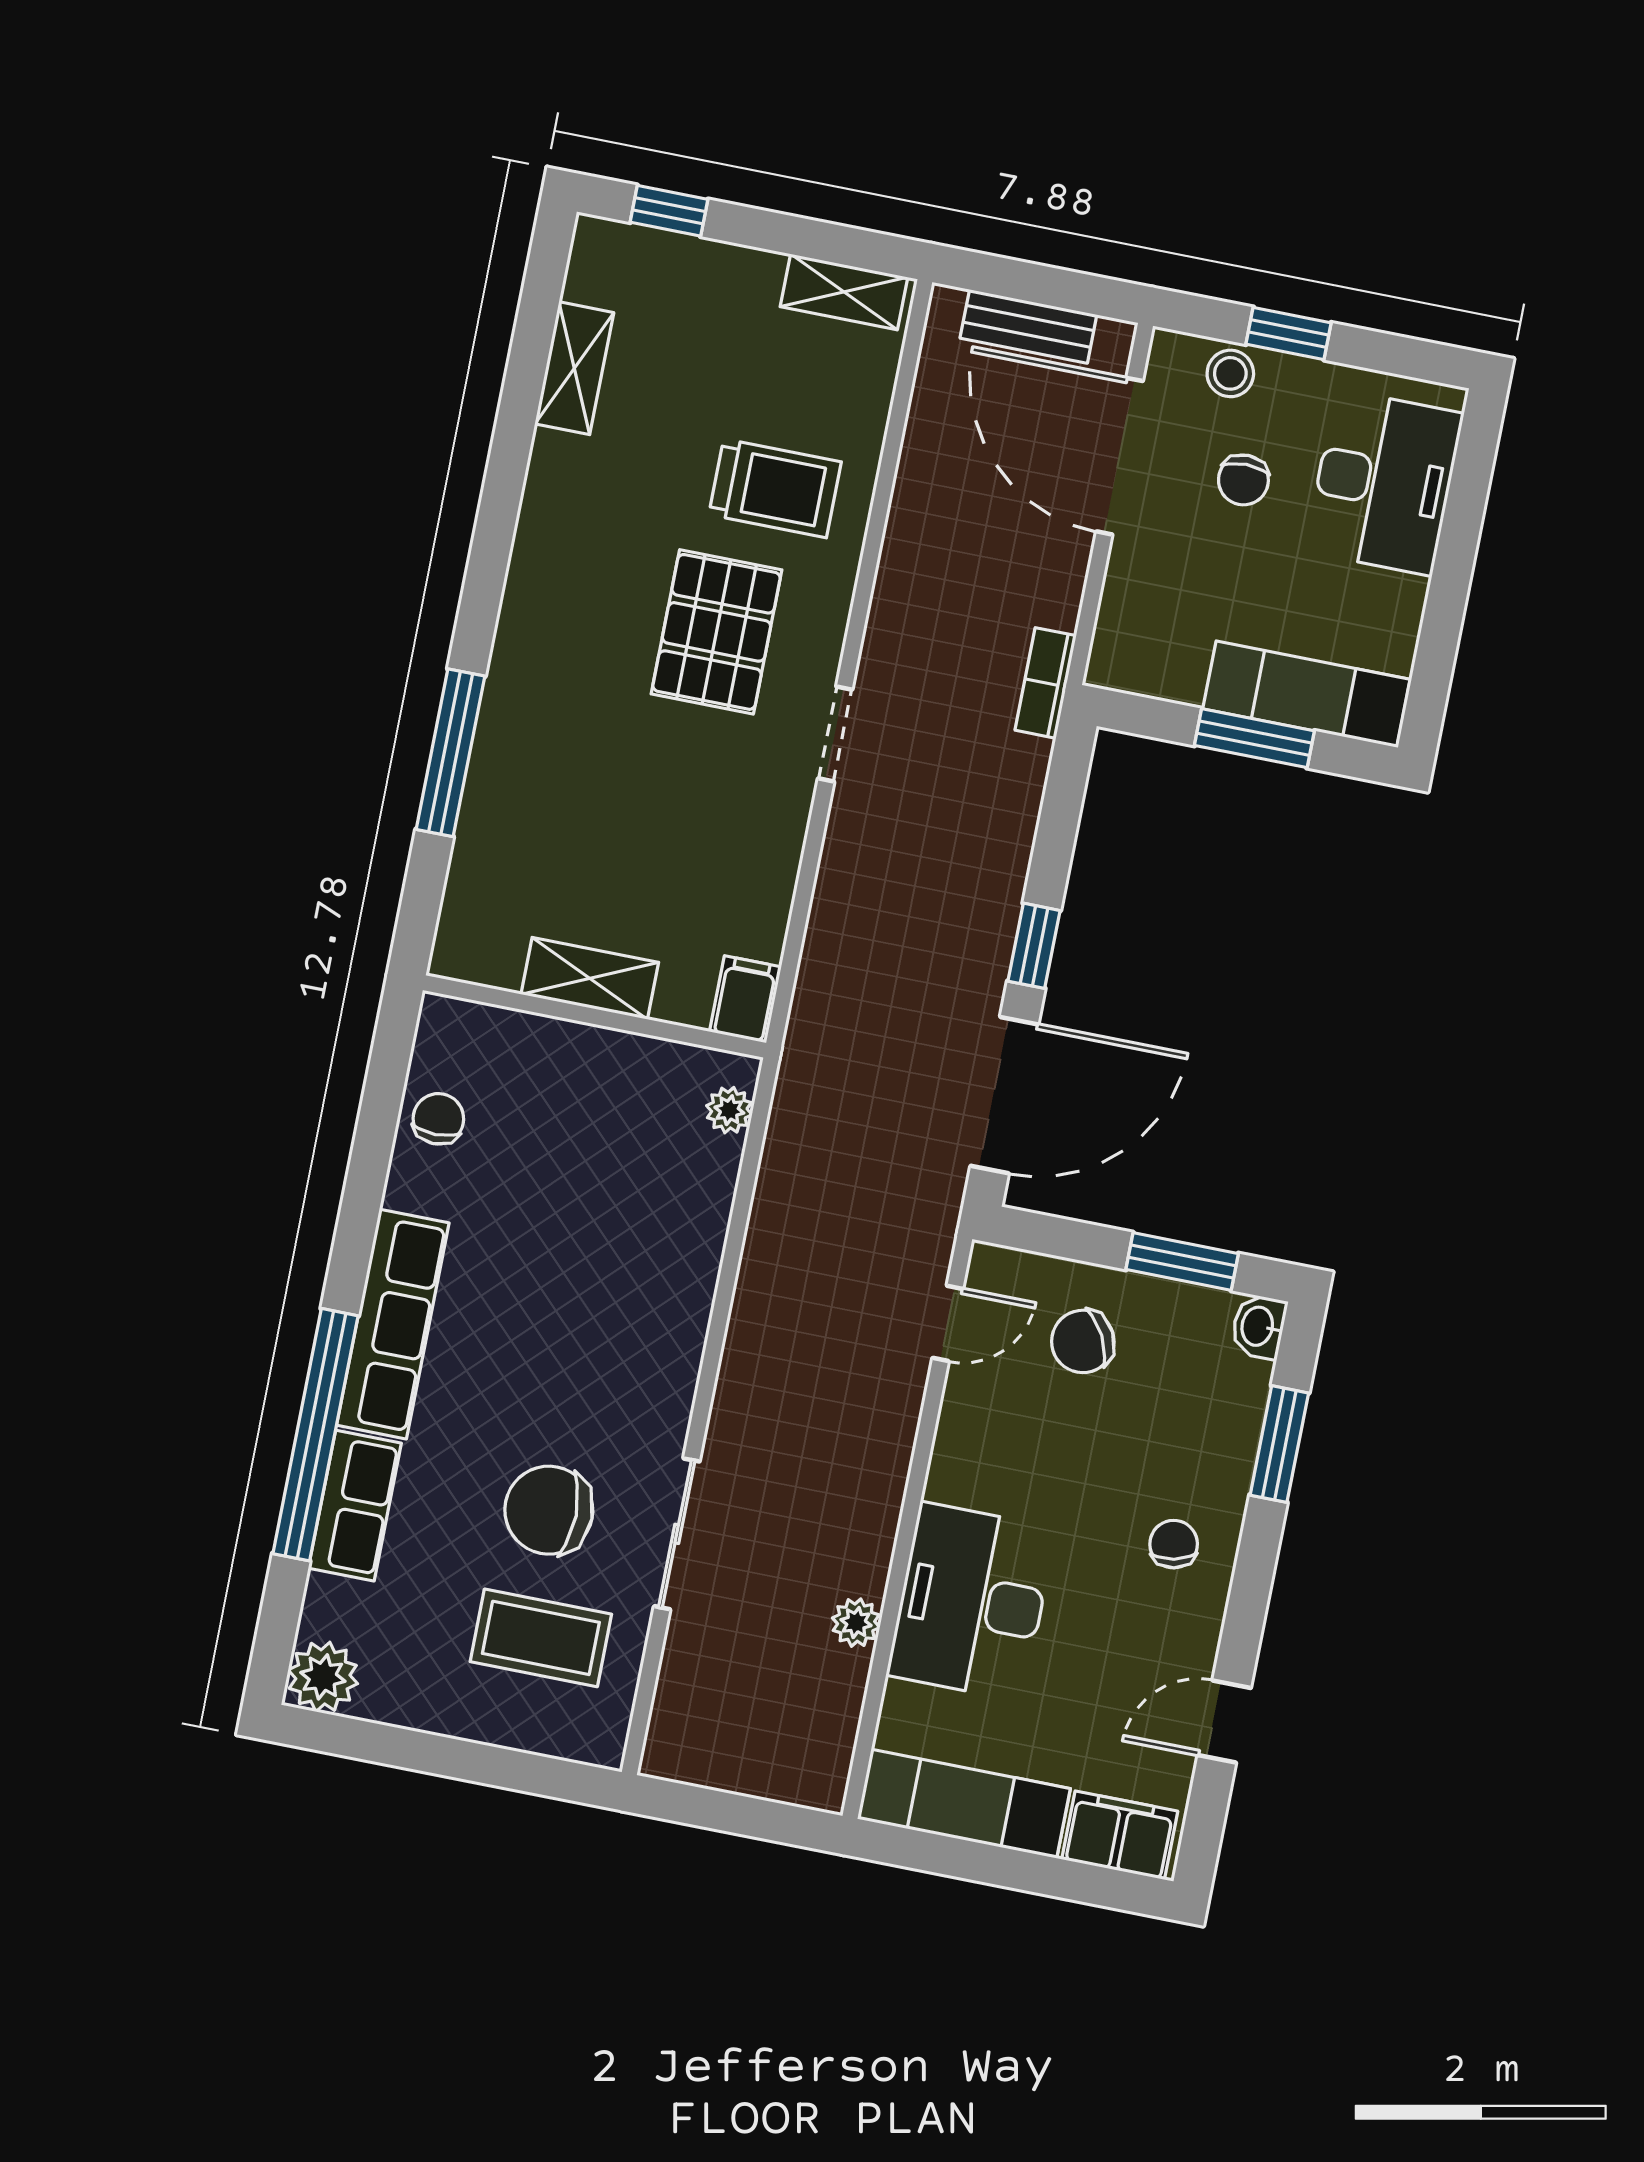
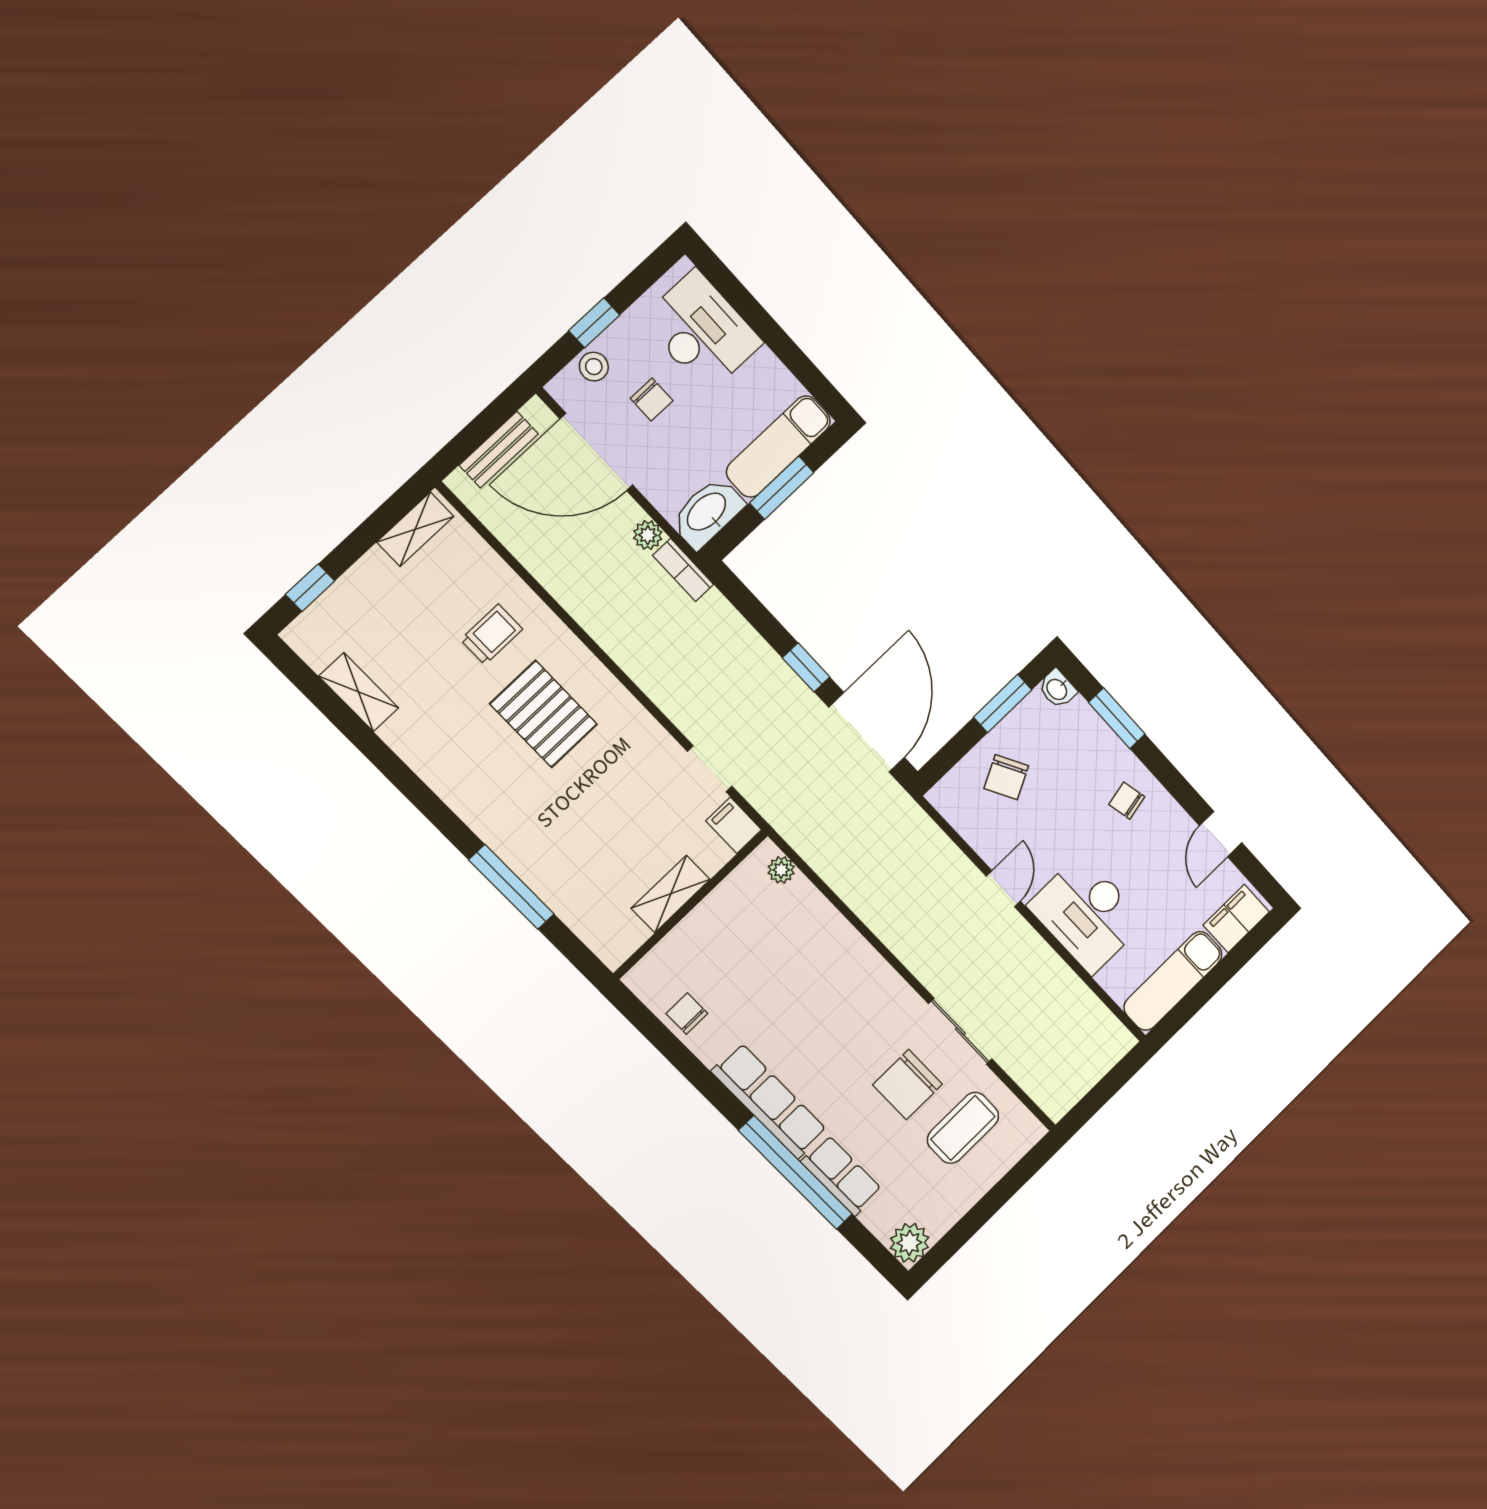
trolley: (775, 488) -> (492, 634), width x0.73, depth x0.72
washbasin: (1147, 661) -> (707, 513), added
doorway: (835, 734) -> (710, 769), moved
door: (948, 1323) -> (1003, 889), moved
plant: (856, 1623) -> (648, 535), moved

